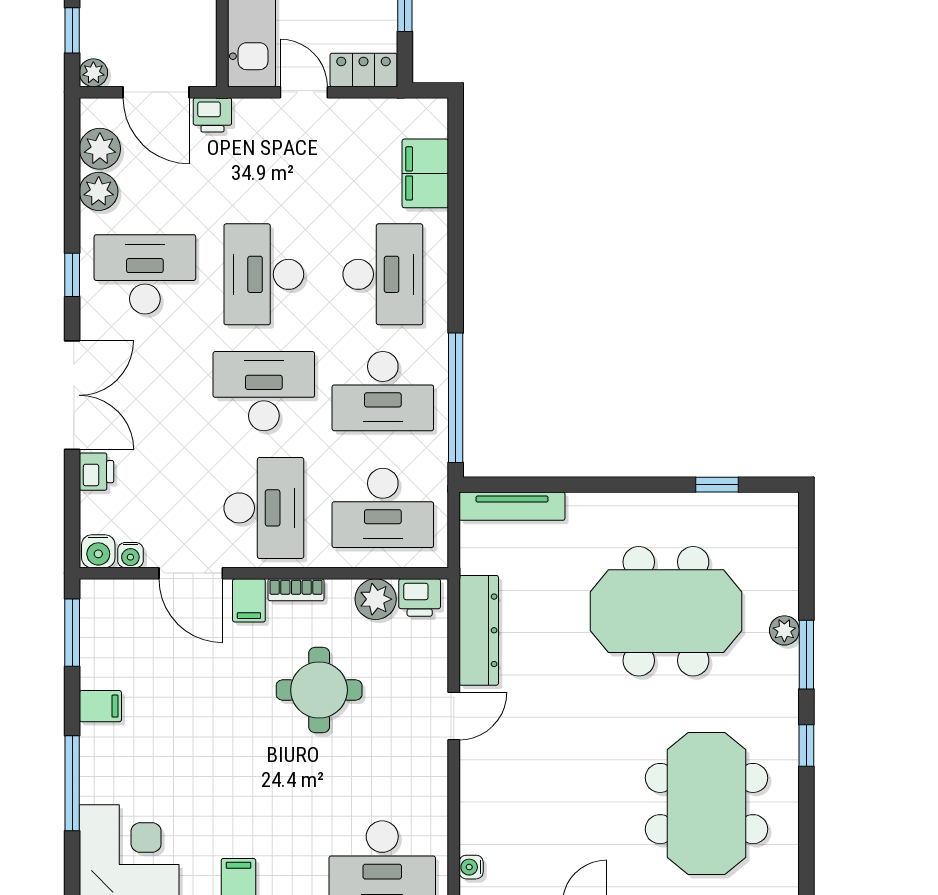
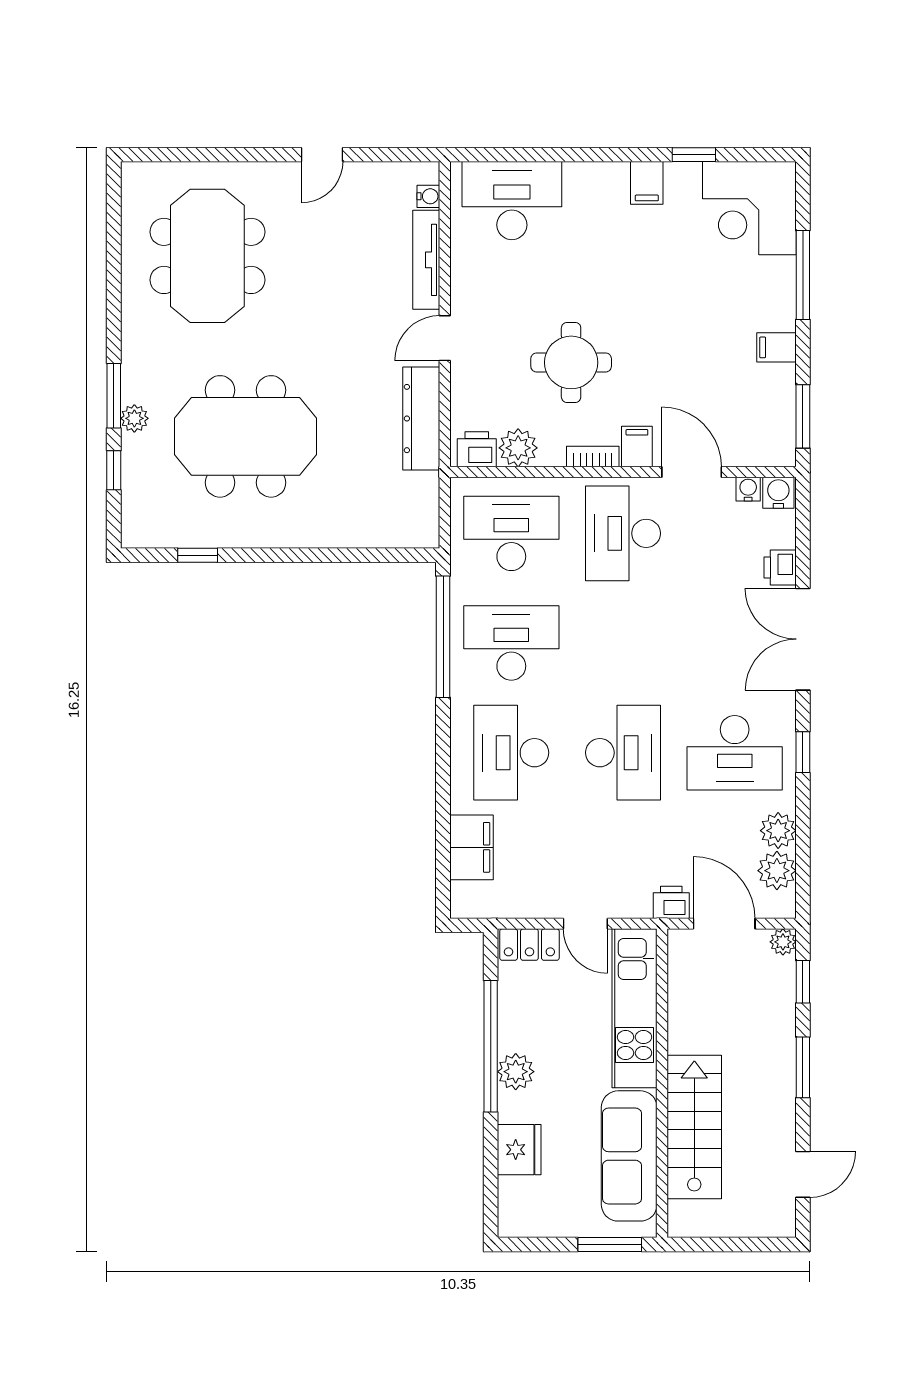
desk: (264, 391) -> (623, 643), removed
tv unit: (512, 506) -> (426, 260), moved, turned -90
window: (806, 746) -> (114, 470), moved

